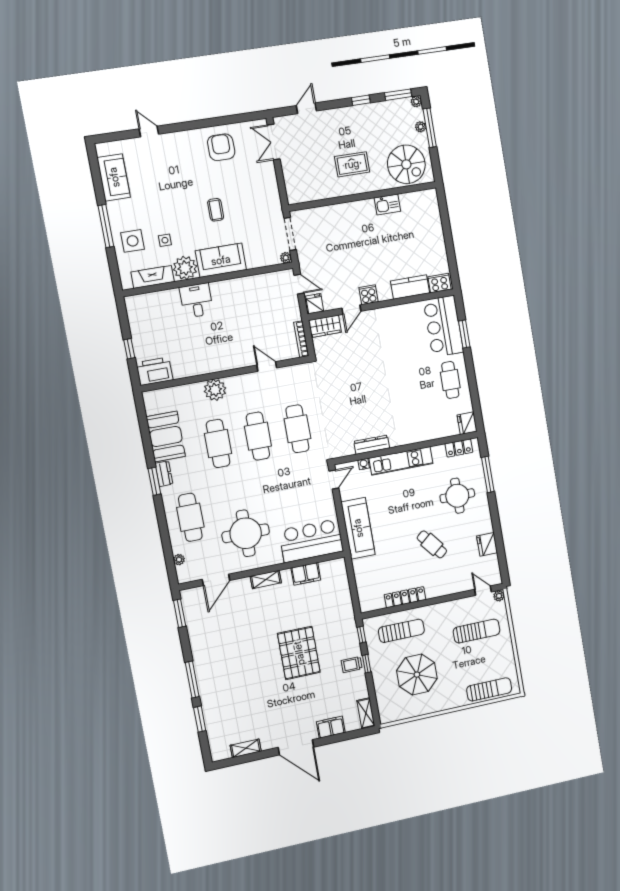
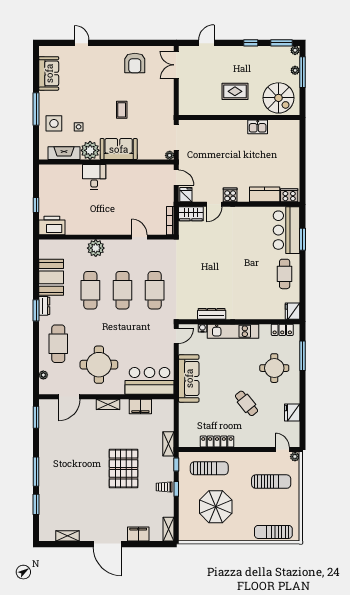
armchair: (221, 147) -> (135, 63), turned 180
shelving: (348, 612) -> (168, 444), added
sun lounger: (489, 689) -> (273, 532), turned 180

